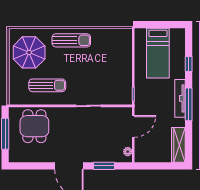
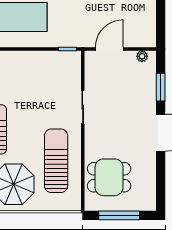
sun lounger: (47, 85) -> (56, 161), width x1.36, depth x1.34
door: (133, 126) -> (109, 49), hinge flipped

